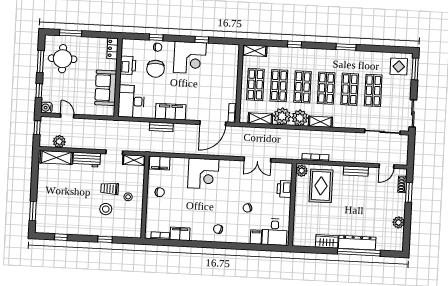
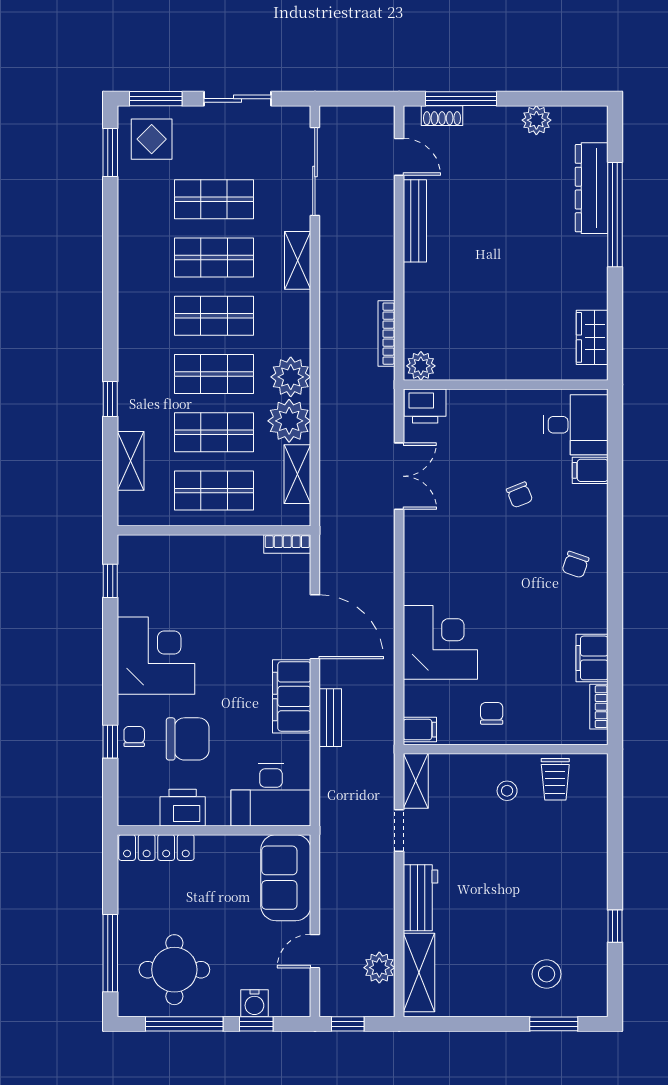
window: (71, 33) -> (110, 953), width x1.44
window: (202, 40) -> (110, 581), moved
window: (346, 47) -> (110, 153), moved
locker: (113, 48) -> (156, 848), width x1.53
shelving: (255, 51) -> (131, 461), moved
window: (40, 62) -> (184, 1024), width x1.44
sofa: (106, 88) -> (286, 878), moved, turned 90
water cooler: (46, 108) -> (254, 1003), moved
sliding door: (413, 113) -> (237, 99), moved
shelving: (320, 122) -> (298, 260), moved
door: (213, 123) -> (315, 627), moved
filing cabinet: (160, 163) -> (420, 730), width x0.50
bench: (356, 171) -> (415, 221), width x1.36
corner desk: (203, 174) -> (440, 642), moved
rug: (321, 186) -> (456, 316), removed
trolley: (110, 189) -> (555, 779), moved
printer: (284, 189) -> (425, 406), moved
window: (409, 192) -> (461, 99), width x1.44
stool: (106, 209) -> (547, 974), moved
window: (61, 237) -> (615, 926), moved
window: (105, 239) -> (615, 843), removed
wardrobe: (327, 241) -> (592, 337), moved
dresser: (357, 243) -> (592, 188), moved

